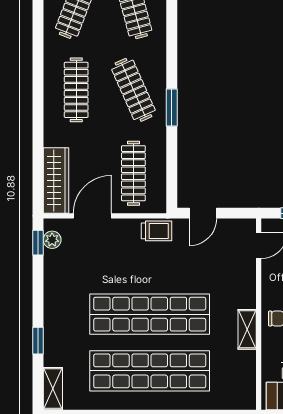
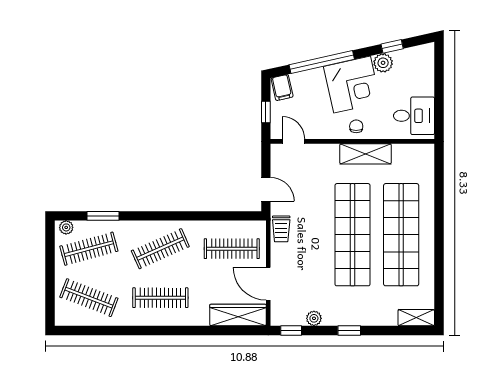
window: (172, 108) -> (103, 216), moved
trolley: (157, 231) -> (281, 229), turned 180
plant: (52, 240) -> (314, 318), moved
shelving: (247, 329) -> (366, 154), width x1.50, depth x1.33
window: (38, 341) -> (349, 330), moved

